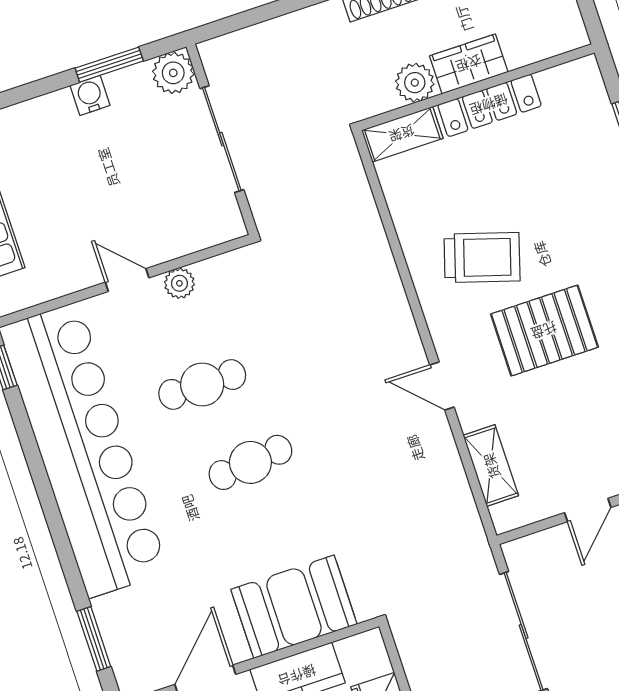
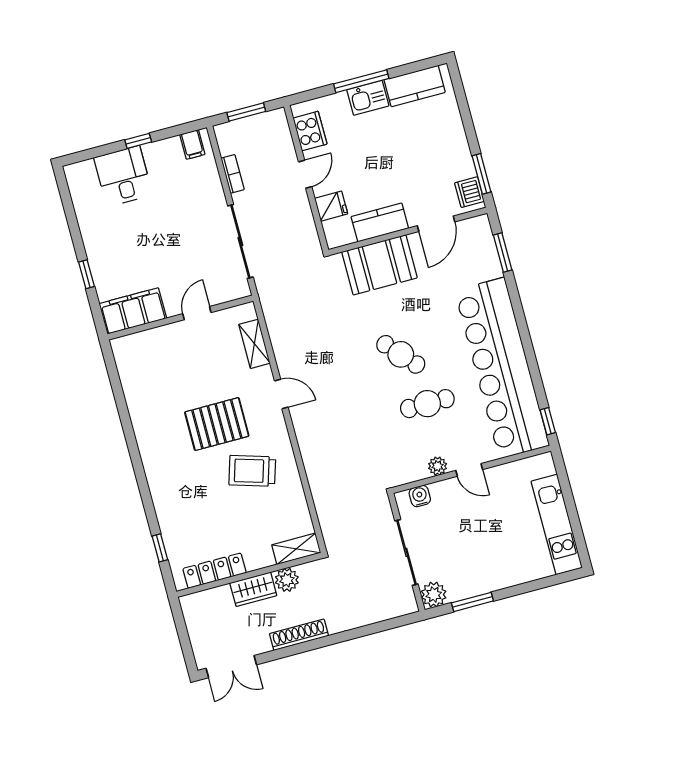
water cooler: (90, 95) -> (420, 496), moved, turned 180
locker: (489, 105) -> (214, 571), moved
cafe table: (250, 462) -> (401, 354), turned 54

